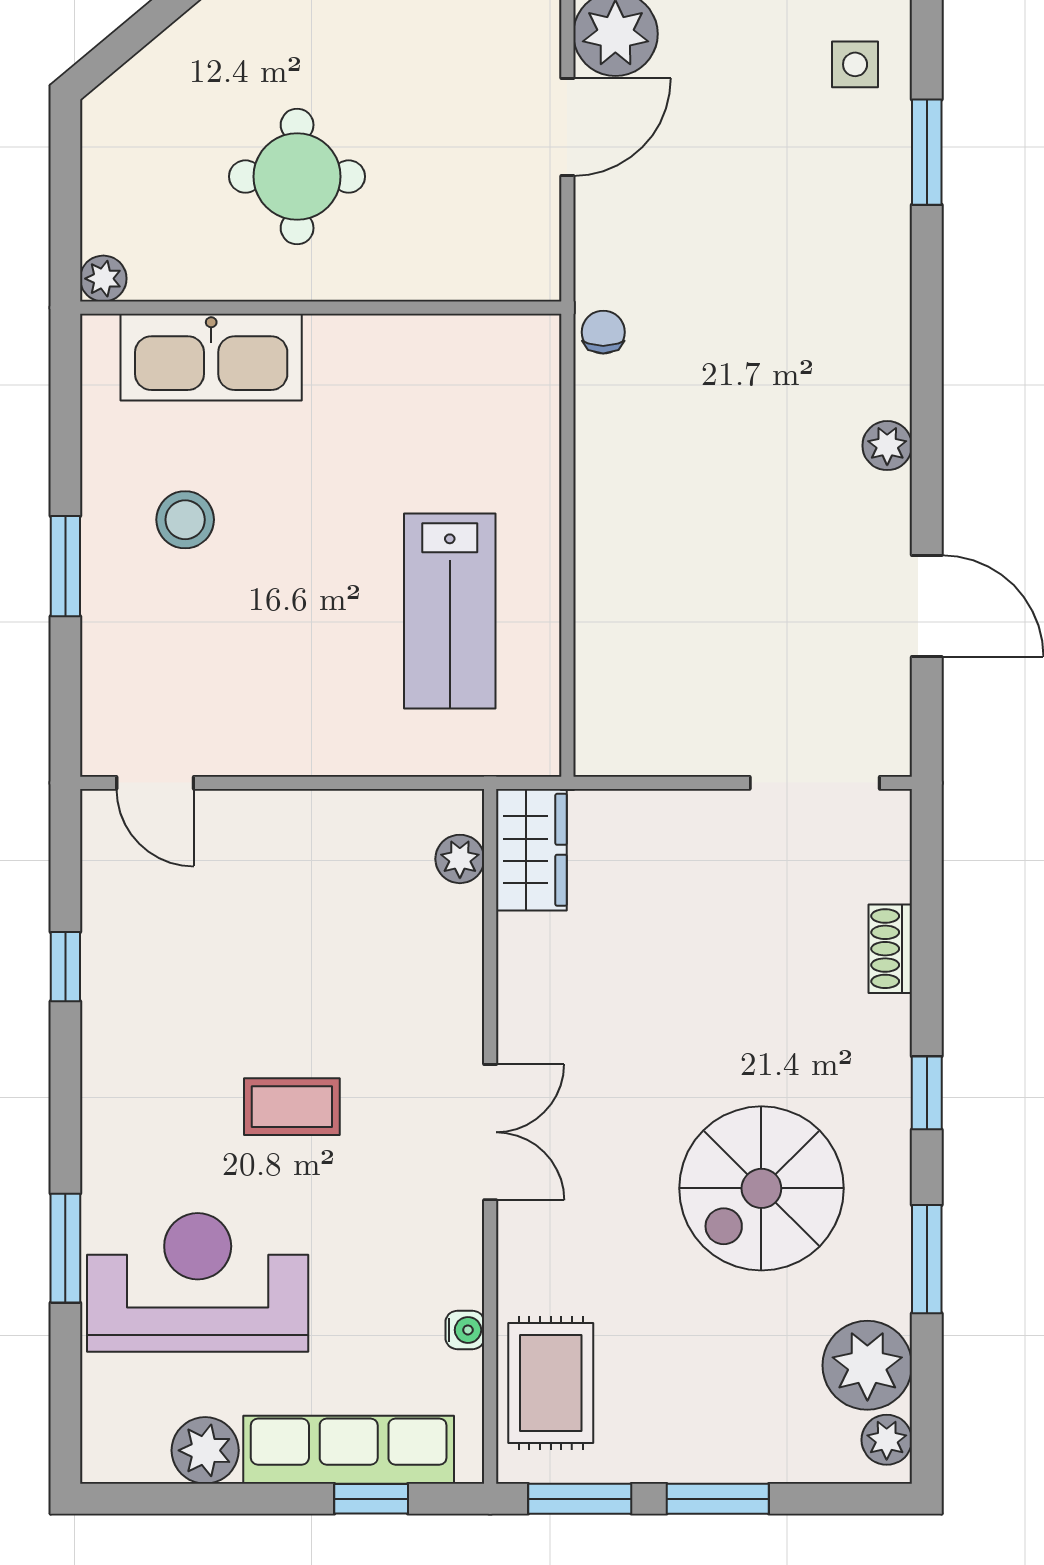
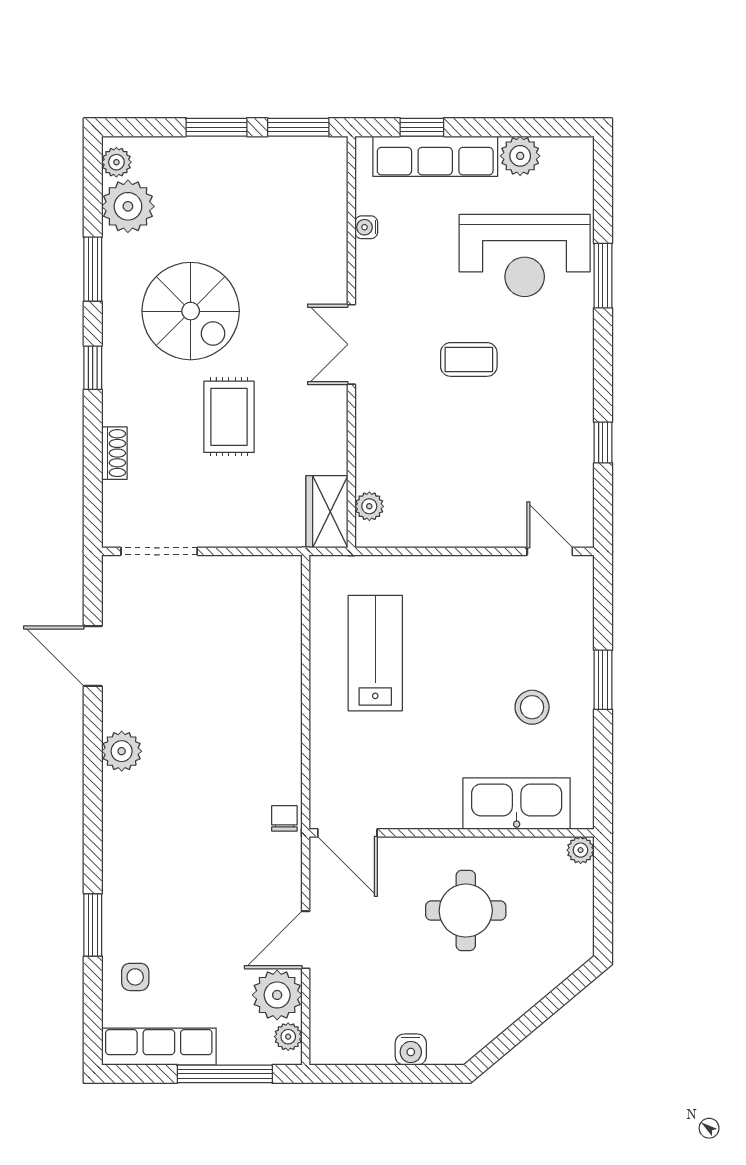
door: (497, 308) -> (347, 833), added
chair: (603, 332) -> (284, 818), turned 180
plant: (887, 446) -> (122, 751), width x1.38, depth x1.38
spiral stairs: (761, 1188) -> (191, 311), turned 90
rug: (551, 1383) -> (229, 417), moved

